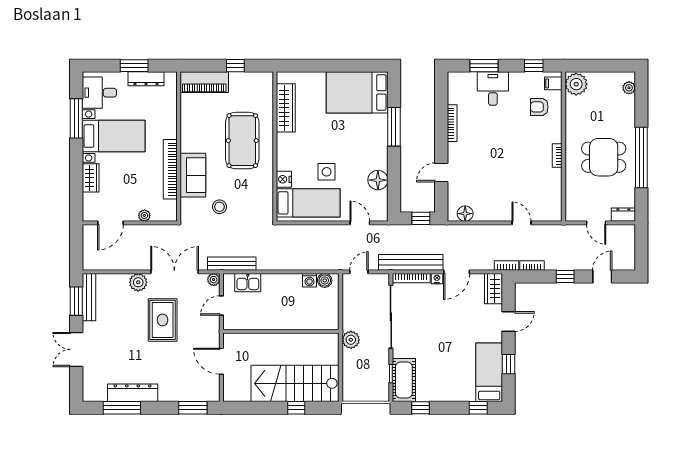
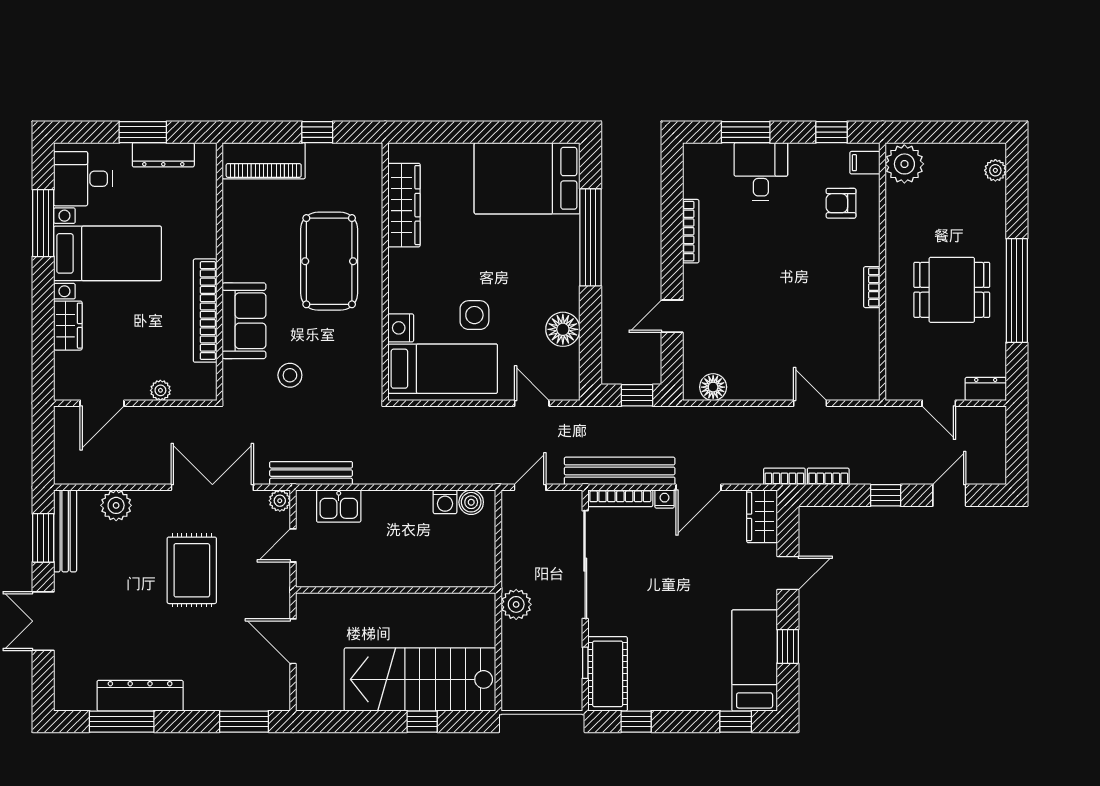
window: (394, 127) -> (590, 237), width x1.46
plant: (138, 282) -> (116, 505), moved

